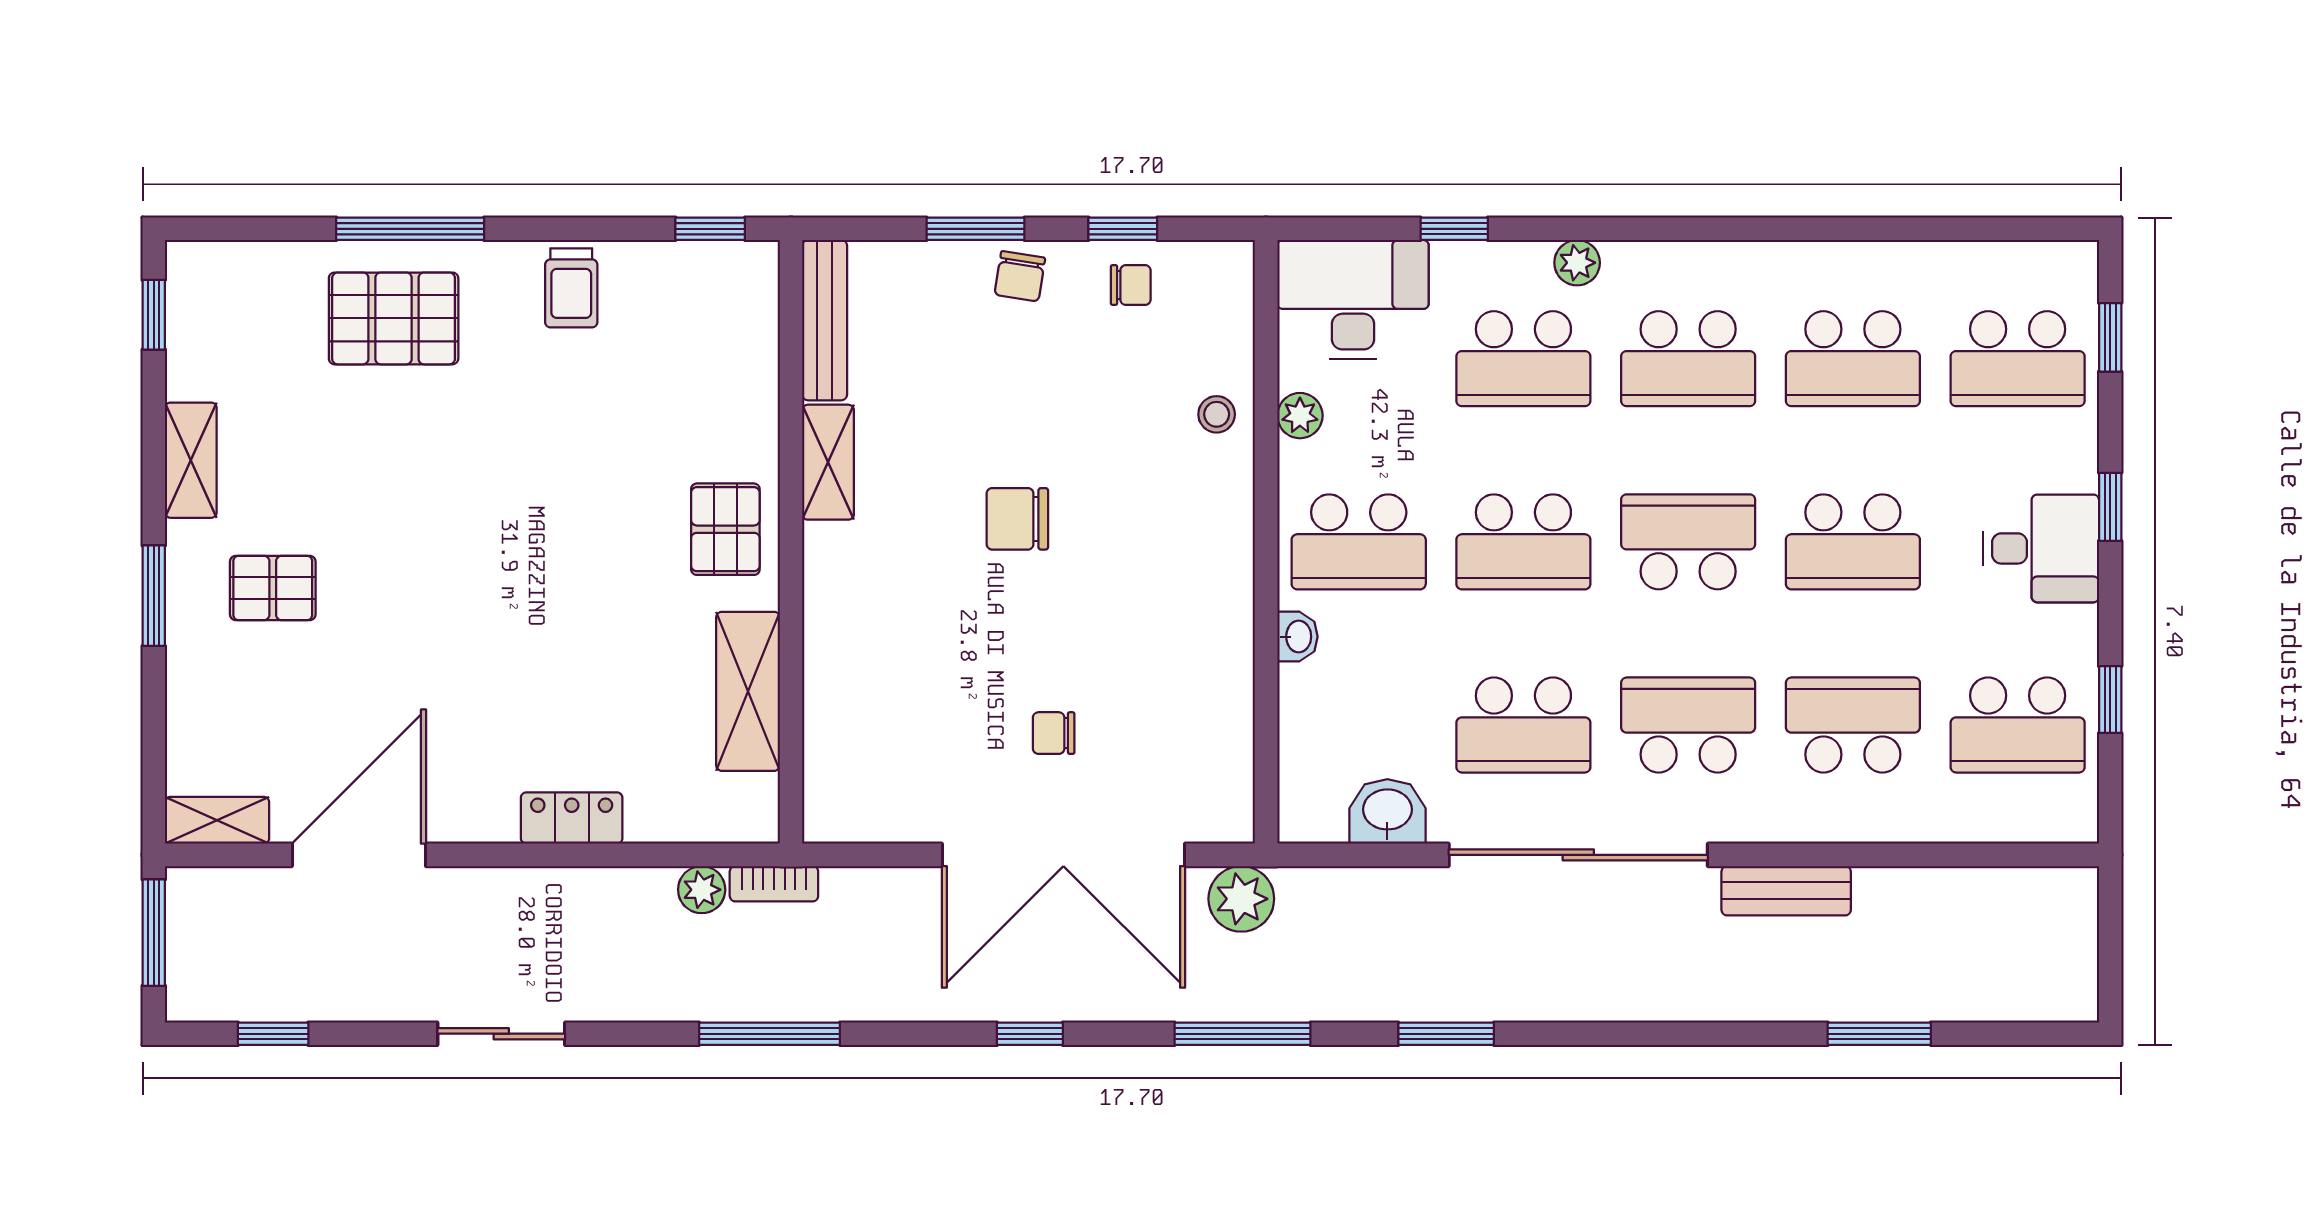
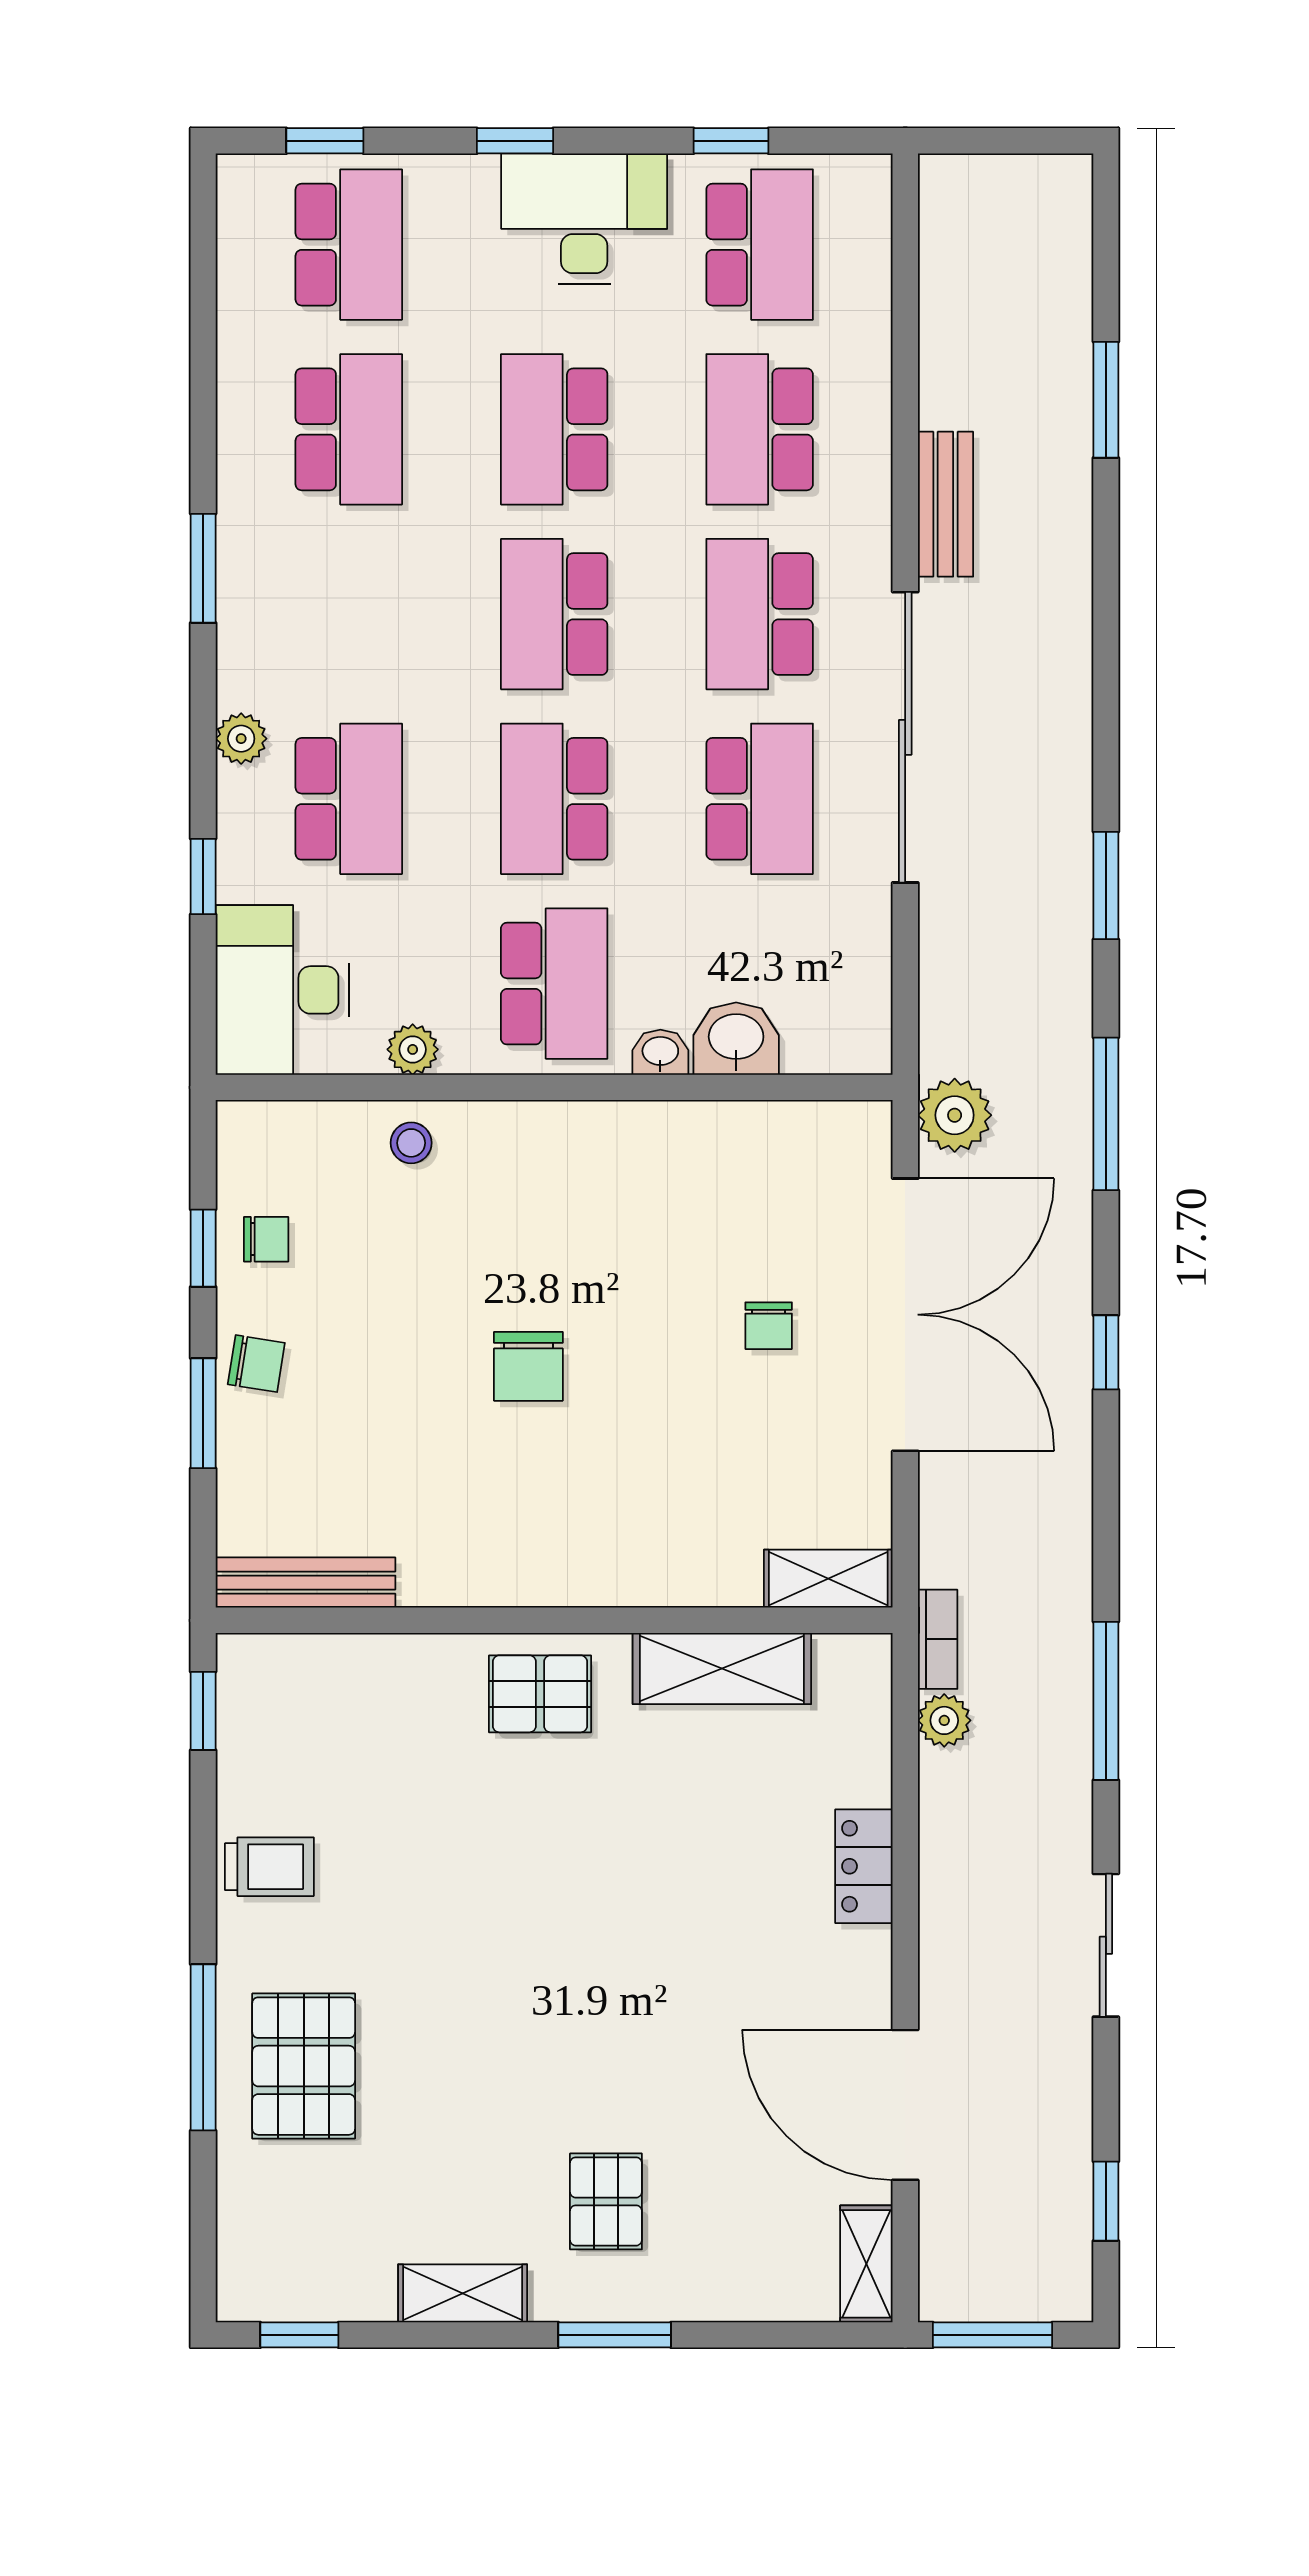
window: (1729, 229) -> (203, 568), added
chair: (1131, 285) -> (266, 1239), turned 90
school desk: (1688, 359) -> (349, 614), removed
shelving: (828, 462) -> (828, 1579), moved
school desk: (1523, 542) -> (554, 799), turned 180
school desk: (1853, 542) -> (554, 429), turned 180
desk: (2041, 548) -> (584, 218), width x1.37
washbasin: (1387, 811) -> (736, 1039), moved, turned 90
window: (769, 1034) -> (1106, 1701), moved

